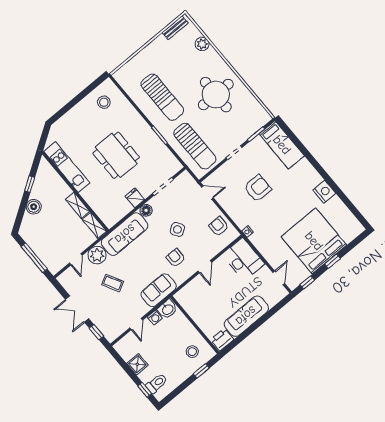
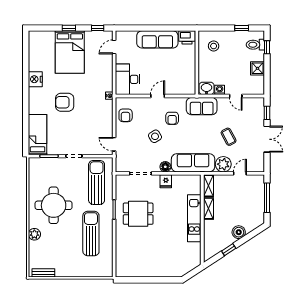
plant: (202, 44) -> (34, 234), moved
stool: (104, 102) -> (133, 263), removed
dining table: (116, 155) -> (138, 214), moved, width x0.73
kitchen unit: (67, 167) -> (194, 218), moved
armchair: (258, 188) -> (65, 102), moved
bed: (314, 241) -> (70, 52), width x0.73
door: (136, 324) -> (236, 96), swing flipped
window: (201, 371) -> (242, 28), moved

